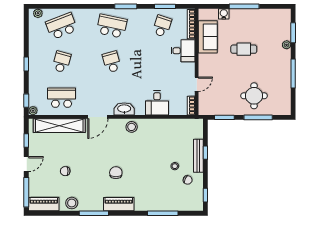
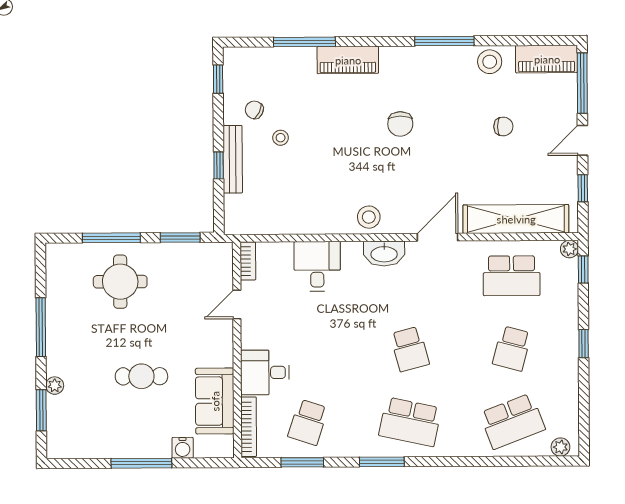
piano: (119, 204) -> (348, 60), moved

